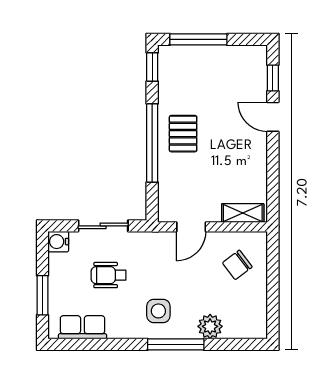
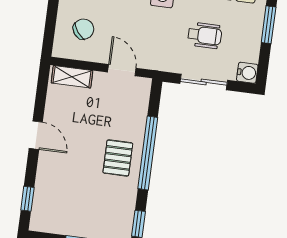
door: (273, 117) -> (36, 135), moved
door: (191, 227) -> (122, 70), hinge flipped

